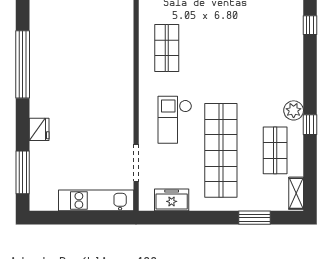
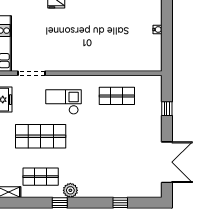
window: (310, 25) -> (120, 203), moved
shop shelf: (221, 150) -> (41, 136), width x0.71

